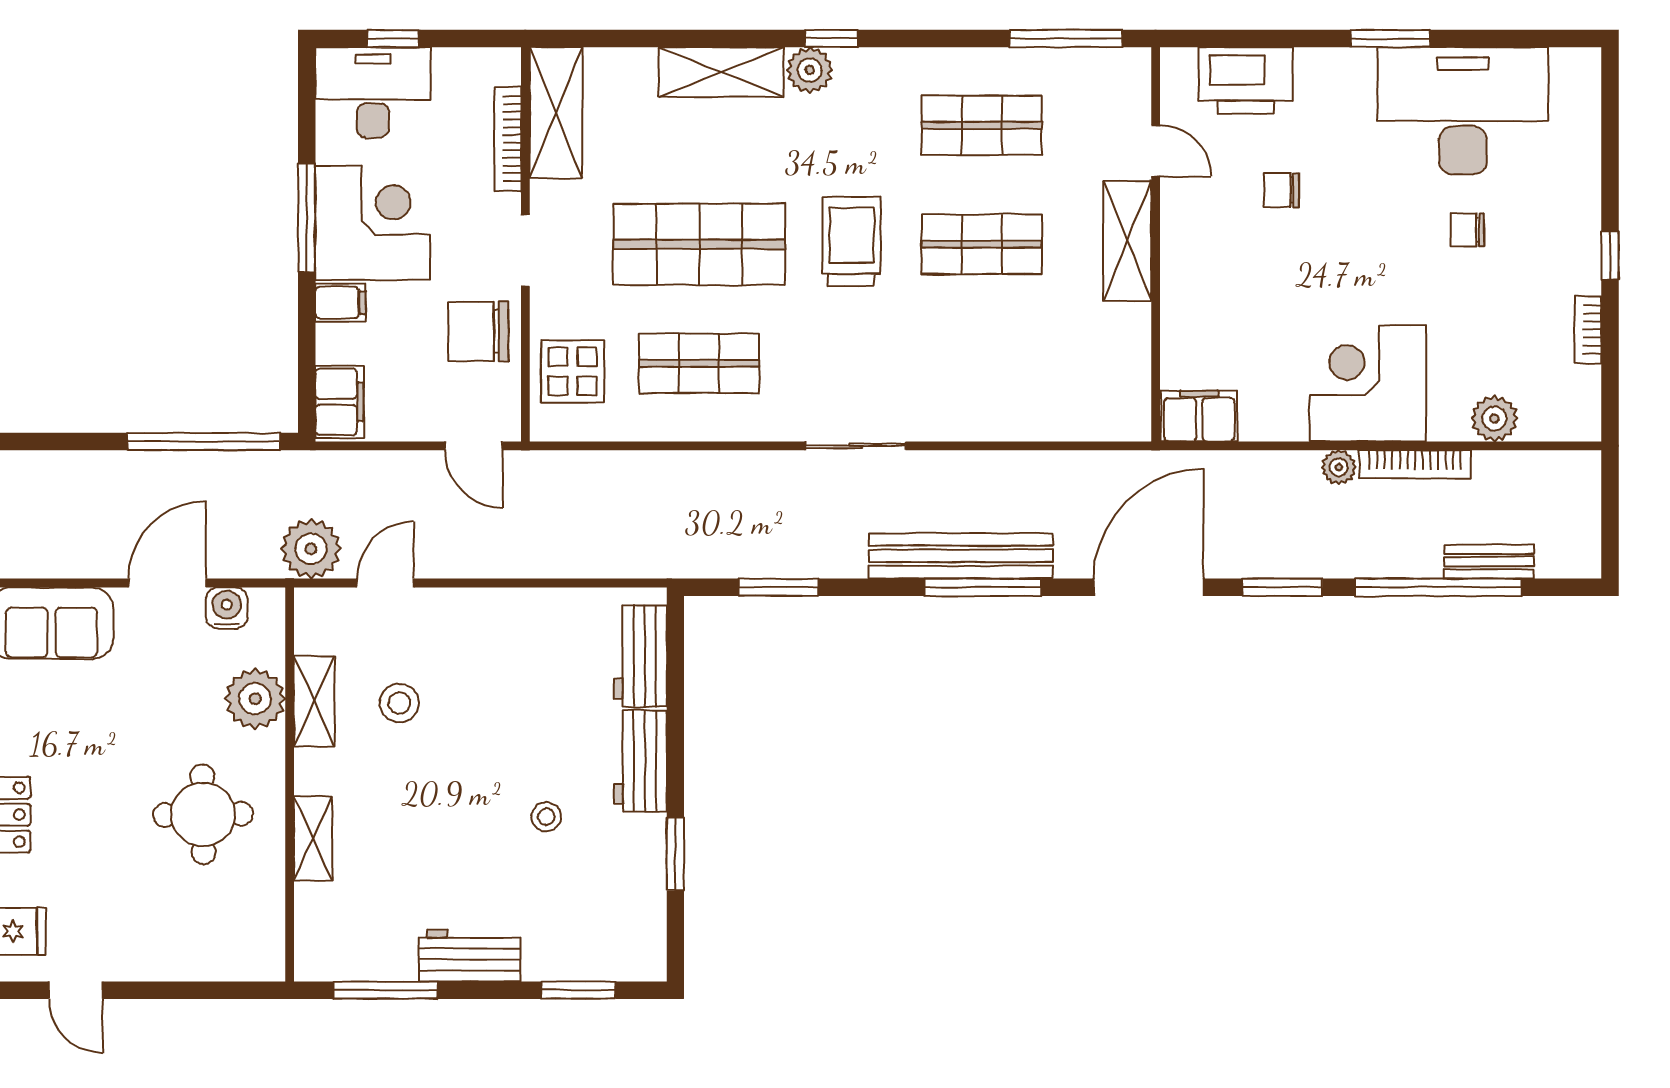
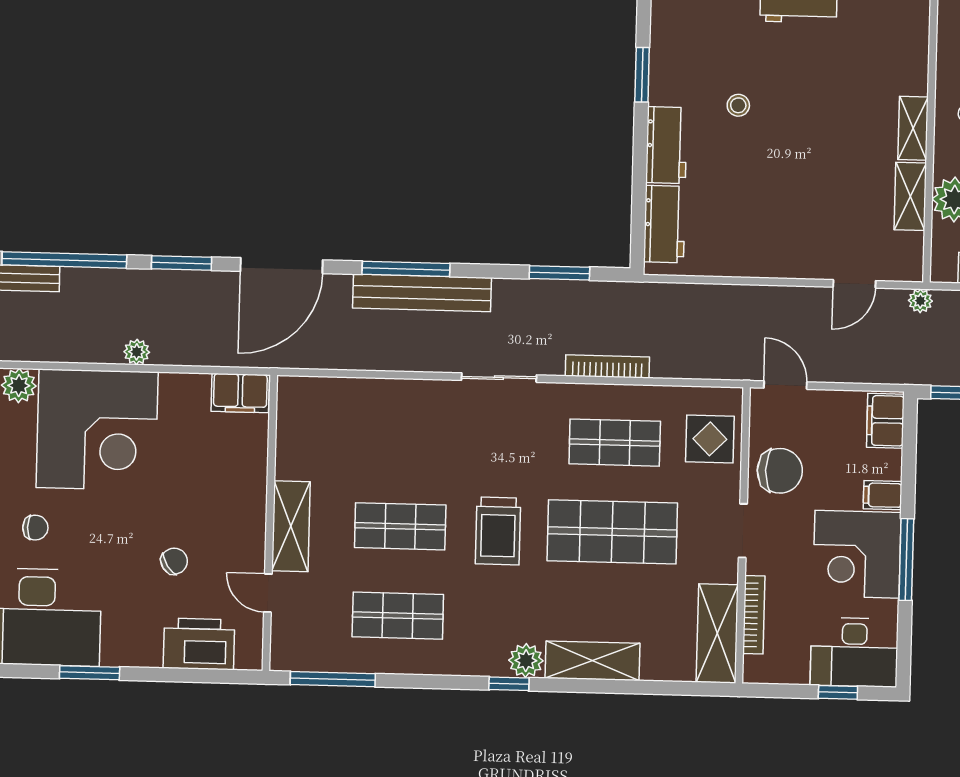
chair: (1281, 190) -> (174, 561), turned -33
corner desk: (1368, 383) -> (97, 430), width x1.36, depth x1.36
bookcase: (1415, 464) -> (607, 366), moved
plant: (311, 549) -> (920, 301), width x0.53, depth x0.53
stool: (399, 703) -> (846, 194), removed
shelving: (313, 839) -> (913, 128), moved

